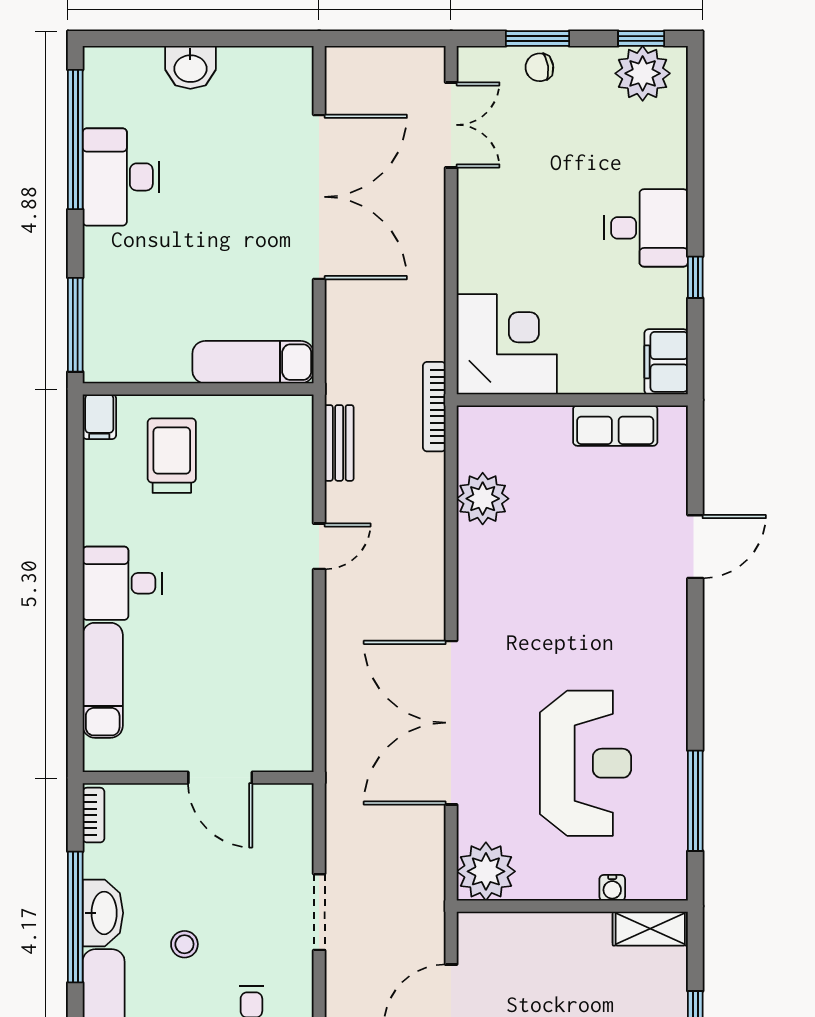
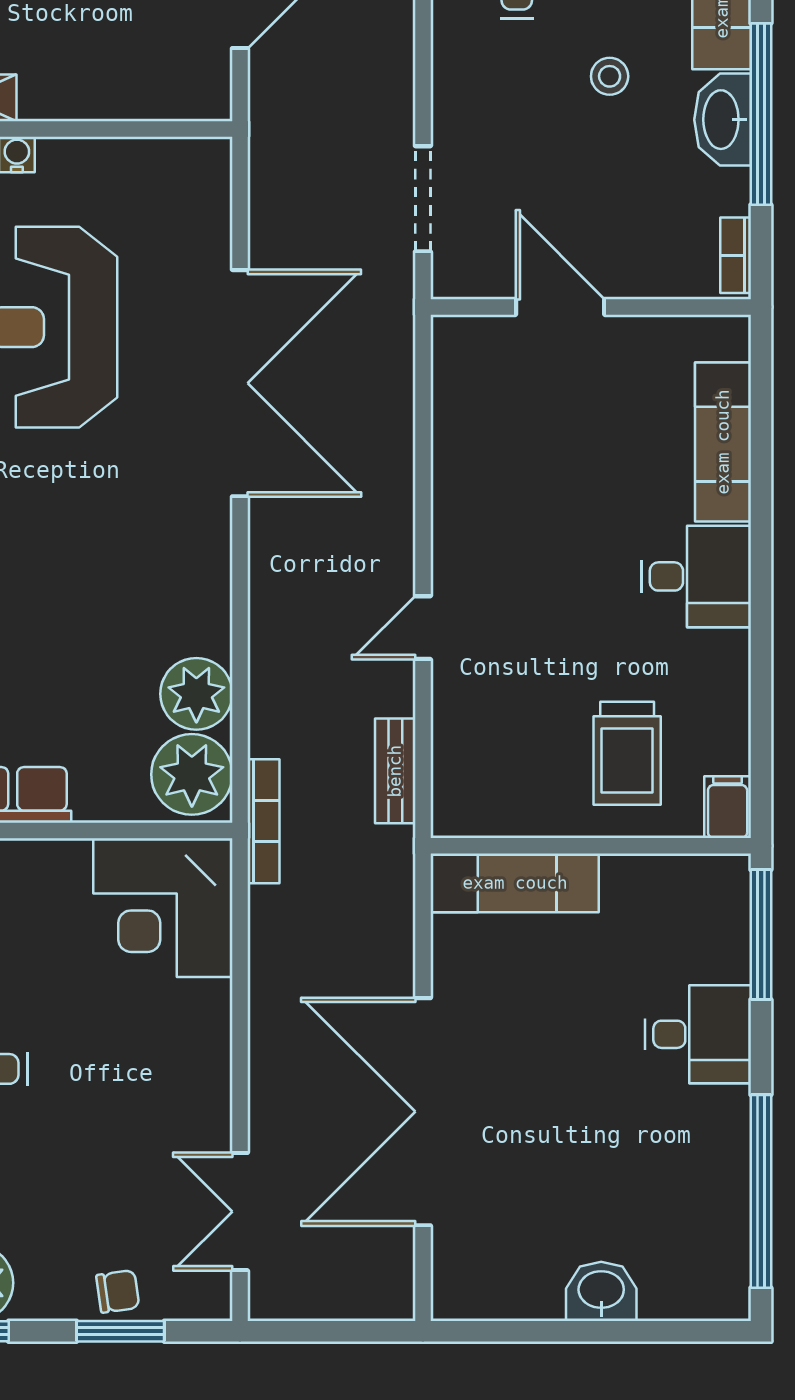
desk: (121, 177) -> (698, 1034), moved, width x0.73
plant: (486, 871) -> (192, 774), moved
doorway: (319, 912) -> (423, 199), moved

